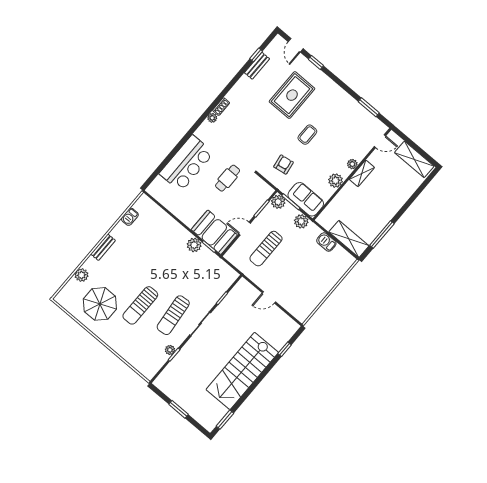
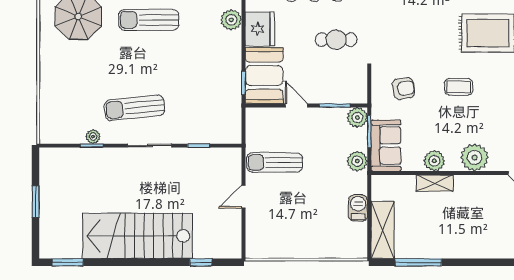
plant: (352, 164) -> (475, 157), width x1.87, depth x1.87
shelving: (362, 173) -> (435, 183), moved
fridge: (188, 214) -> (260, 29), added
plant: (194, 245) -> (231, 20), moved
sun lounger: (266, 249) -> (275, 162), moved
door: (269, 297) -> (243, 197), hinge flipped
sun lounger: (140, 305) -> (149, 20), moved

